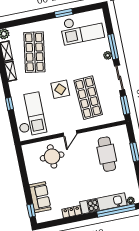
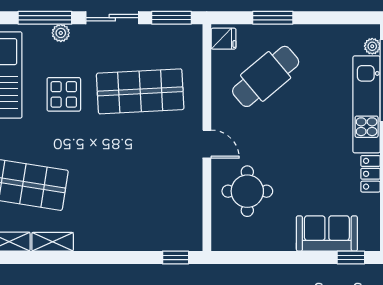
display table: (60, 89) -> (64, 94), moved
window: (9, 104) -> (176, 257), moved
checkout: (30, 114) -> (151, 219), removed
fridge: (120, 131) -> (224, 39), added
cafe table: (107, 154) -> (266, 76), turned -40

